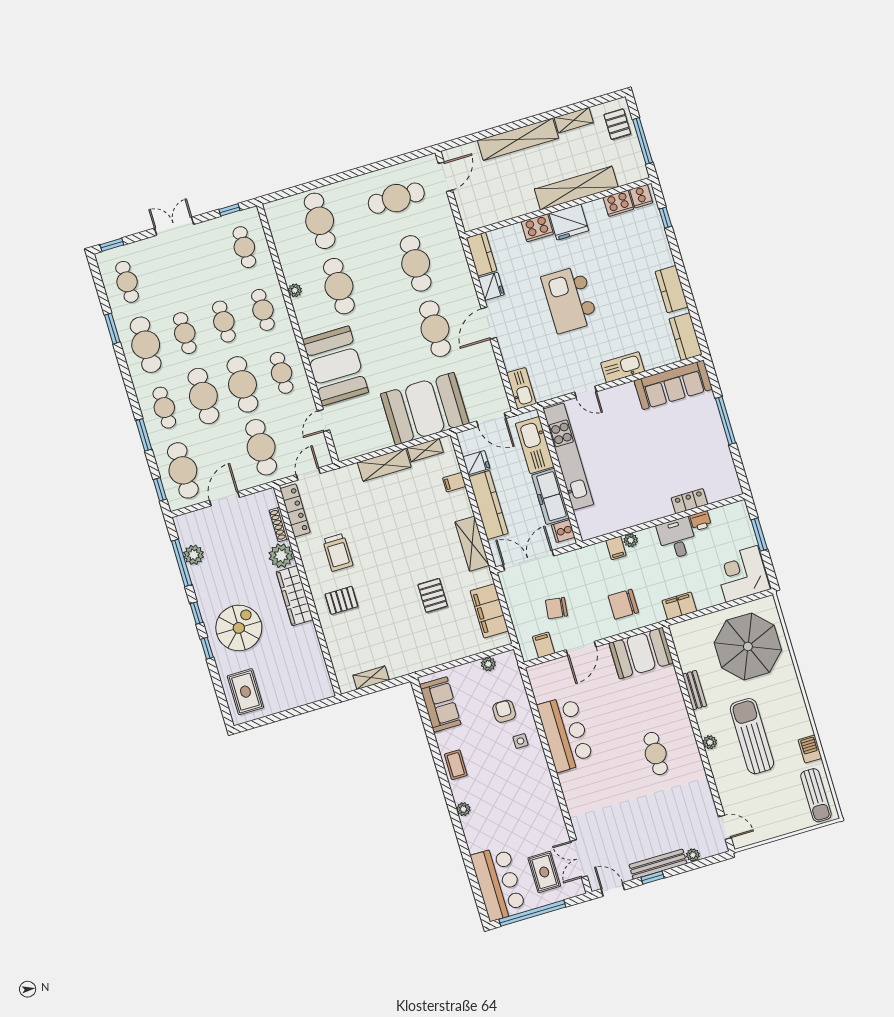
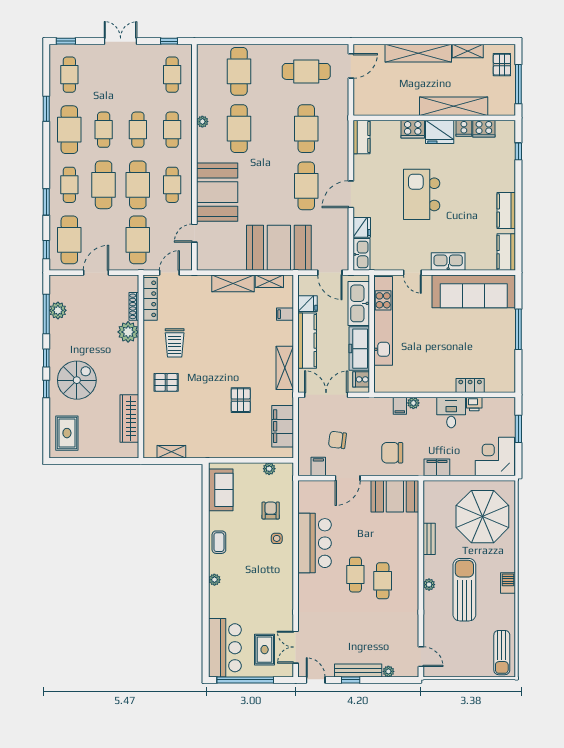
cooker: (641, 196) -> (464, 128), moved
fridge: (491, 286) -> (362, 227), moved
sofa: (673, 385) -> (474, 291), width x1.36, depth x1.27
wardrobe: (295, 596) -> (129, 418), moved
barbecue: (810, 749) -> (508, 583), moved
cafe table: (622, 756) -> (355, 575), added

